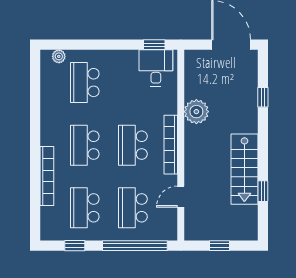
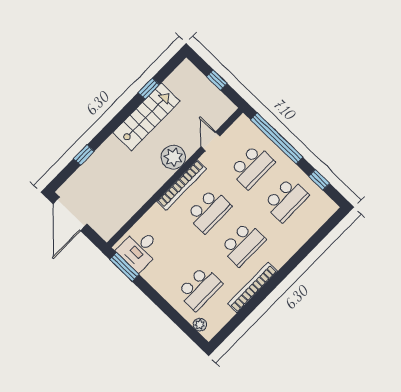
window: (154, 45) -> (124, 267), width x1.50
plant: (196, 112) -> (173, 157), moved
bookcase: (47, 176) -> (253, 287), moved
door: (181, 197) -> (210, 141), swing flipped

